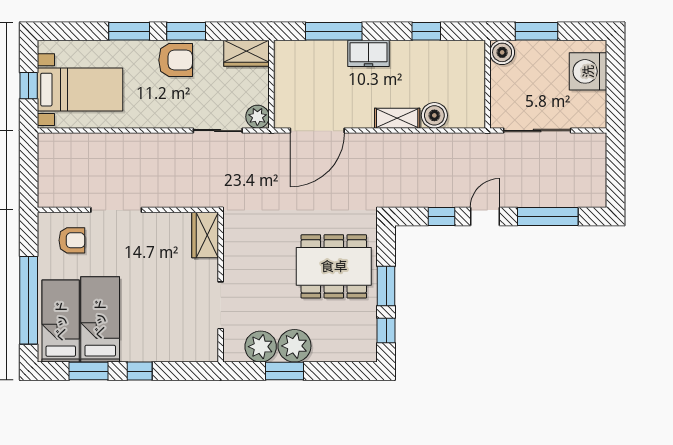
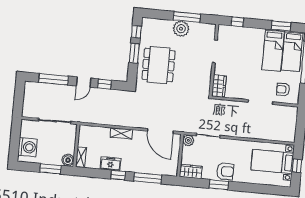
window: (129, 31) -> (246, 187), removed
window: (426, 31) -> (118, 175), moved
freezer: (369, 53) -> (110, 164), moved
armchair: (176, 60) -> (225, 171), turned 180
shelving: (476, 61) -> (81, 157), added
boiler: (434, 115) -> (103, 133), removed
door: (317, 131) -> (160, 131), swing flipped
dining table: (334, 266) -> (159, 65), turned 90
plant: (261, 347) -> (197, 30), removed
window: (140, 371) -> (237, 22), moved
window: (285, 371) -> (187, 17), width x1.44

